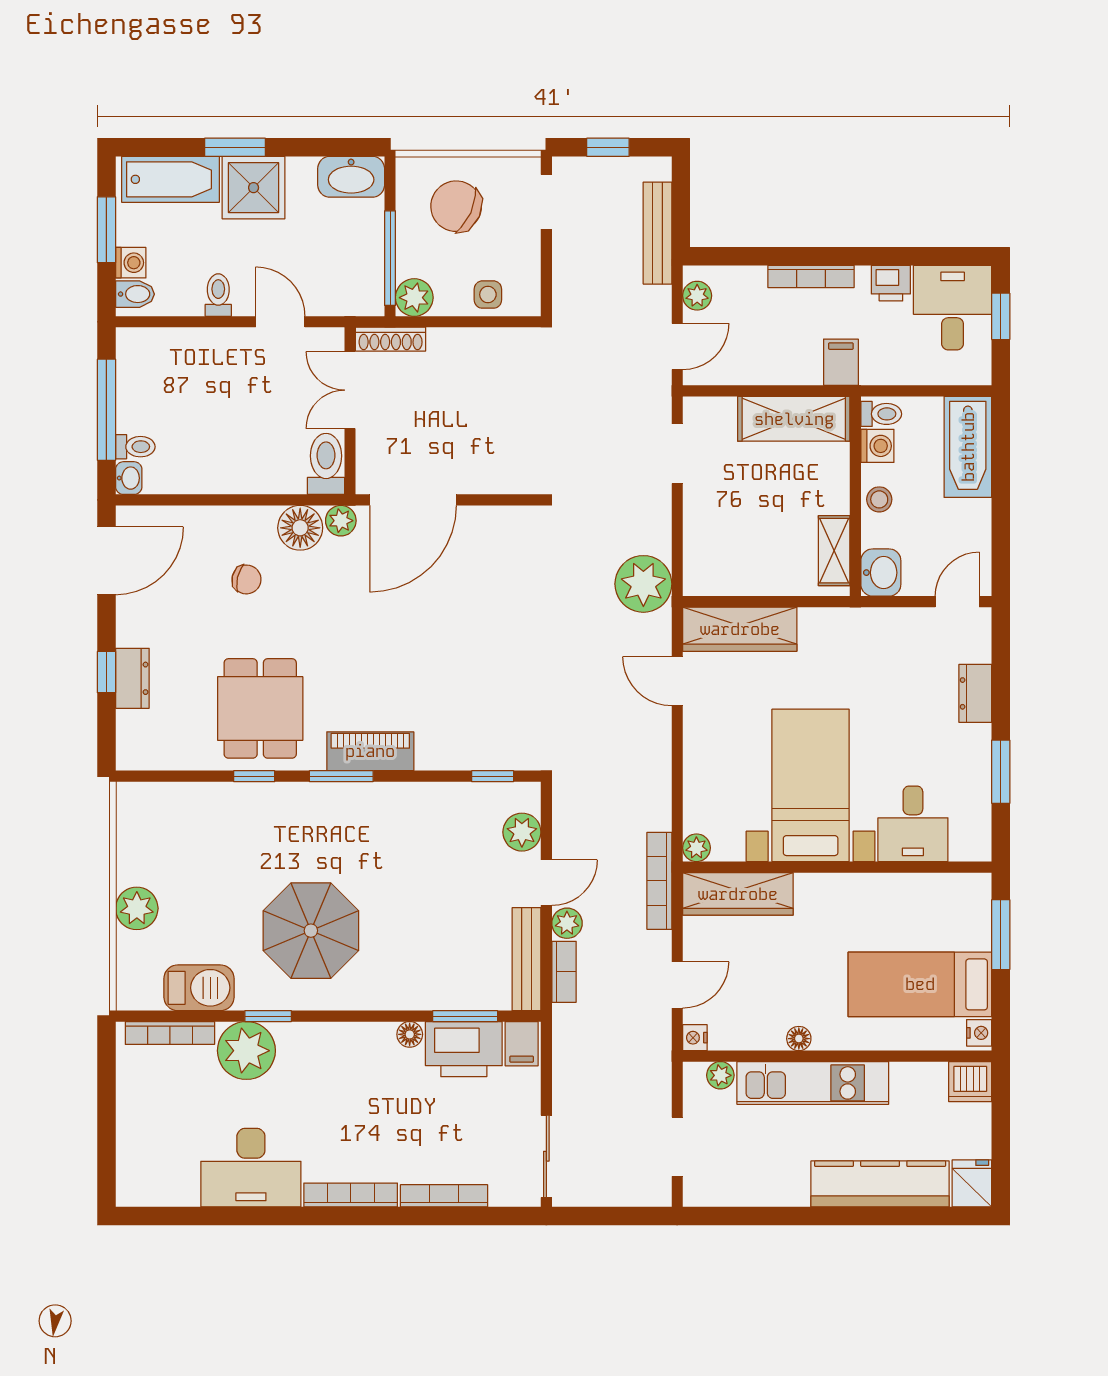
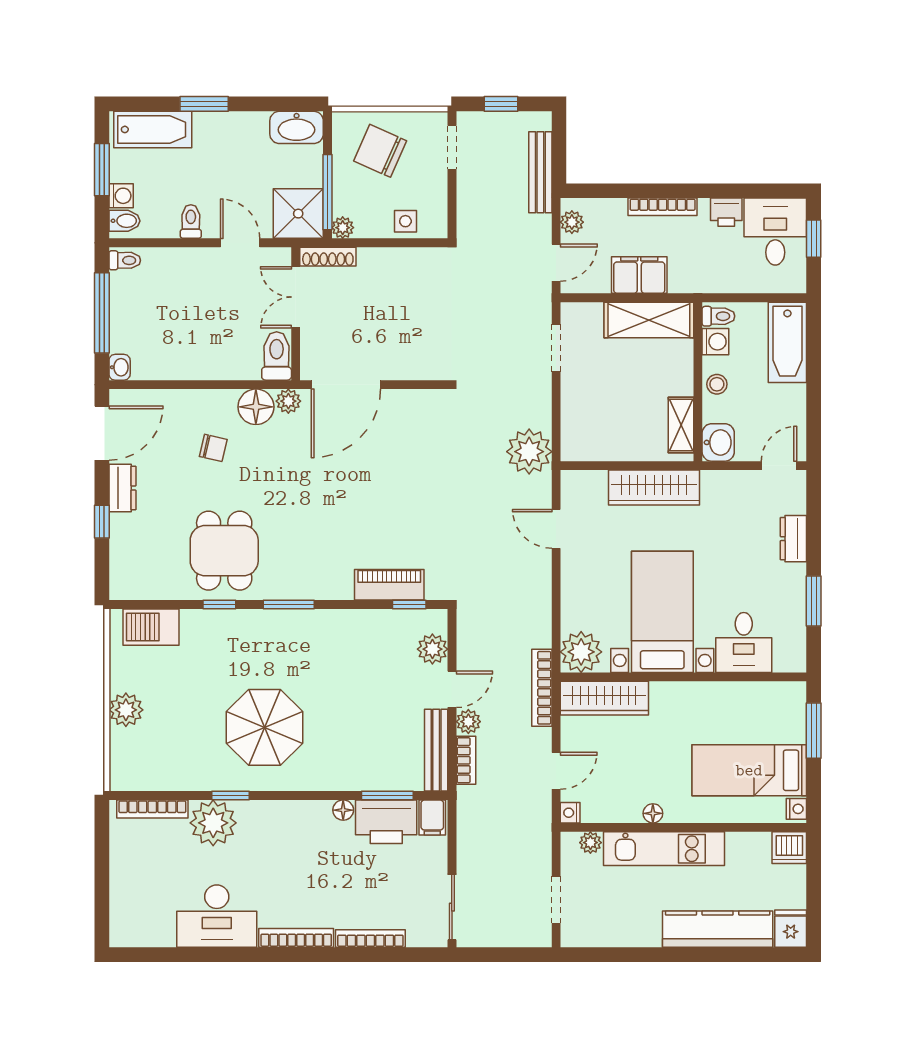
shower: (254, 188) -> (298, 214), moved
plant: (414, 298) -> (343, 228), width x0.73, depth x0.73
filing cabinet: (841, 362) -> (639, 275), moved, width x2.00
toilet: (135, 447) -> (125, 260), moved
wardrobe: (740, 629) -> (654, 488), moved
dresser: (132, 678) -> (122, 488), moved
piano: (370, 751) -> (389, 585), moved
plant: (696, 848) -> (581, 652), width x1.87, depth x1.87
barbecue: (199, 988) -> (151, 627), moved, turned 180

